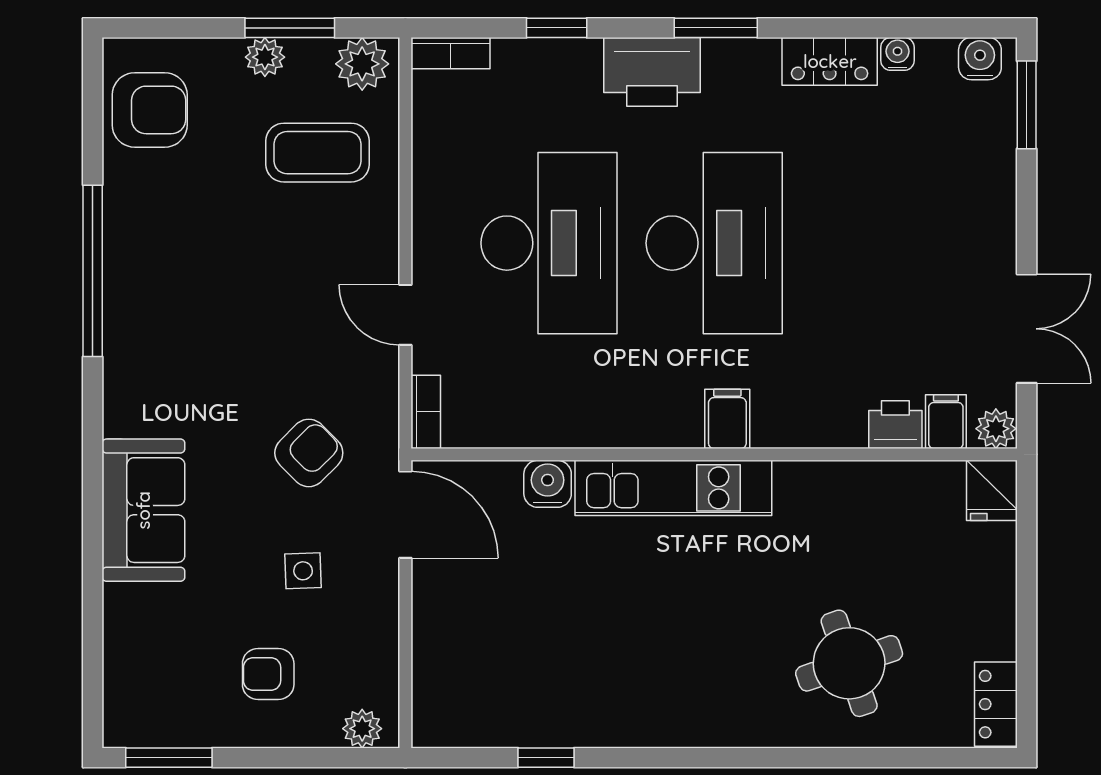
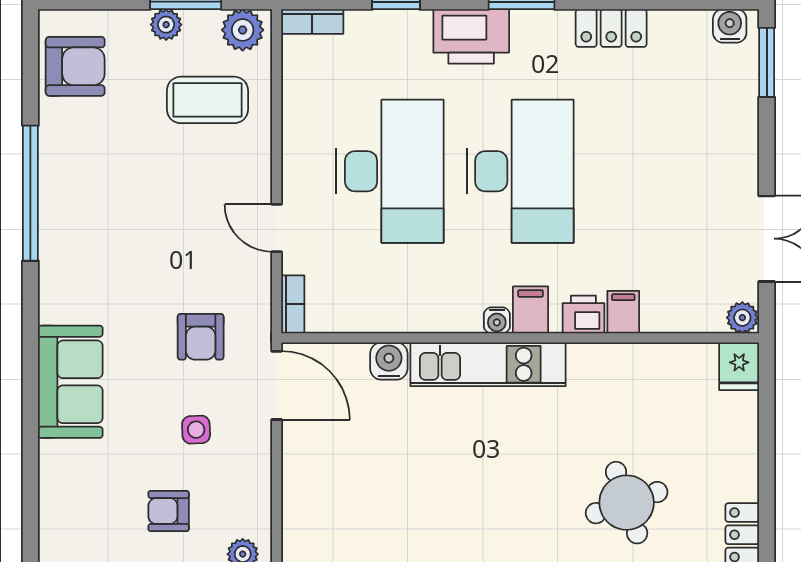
water cooler: (897, 54) -> (497, 320), moved, turned 180
filing cabinet: (946, 422) -> (623, 312), moved
printer: (895, 425) -> (583, 314), moved
armchair: (309, 453) -> (201, 337), turned 135

